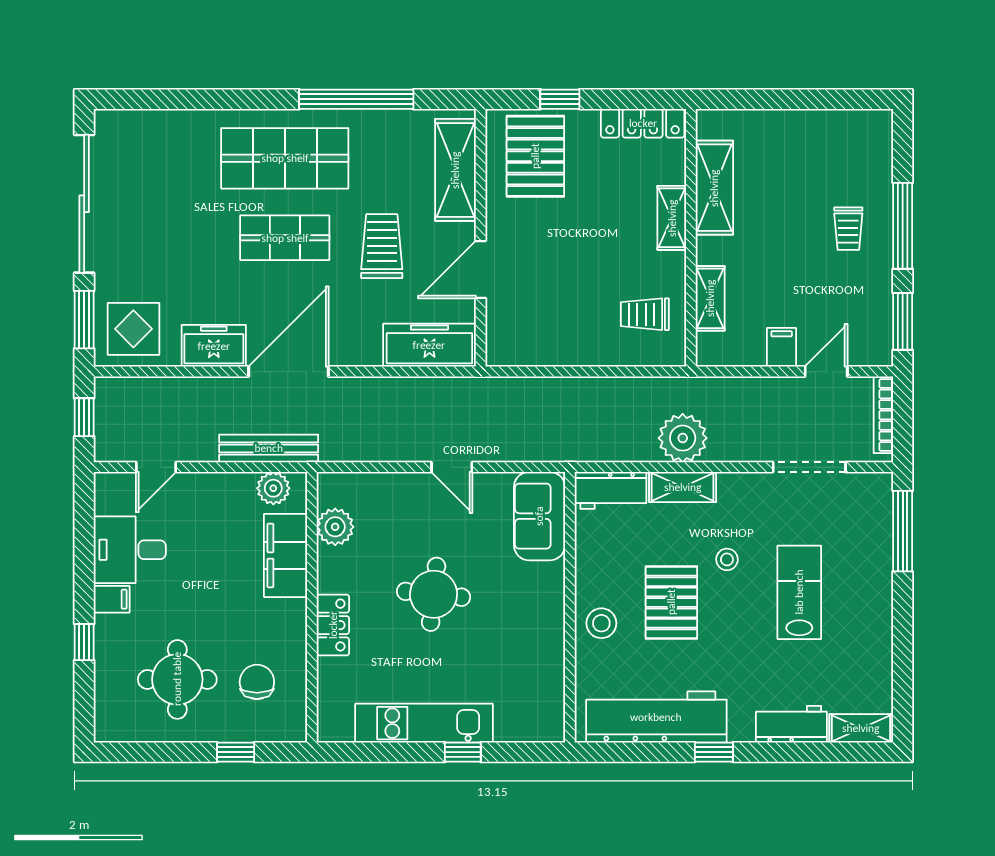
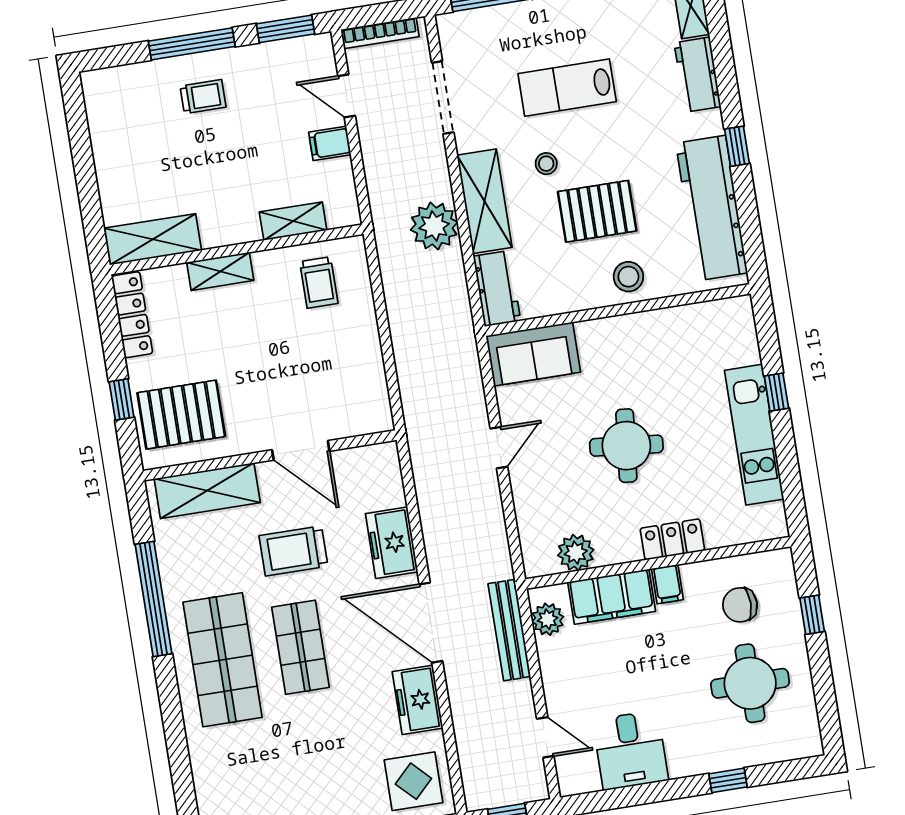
shelving: (714, 188) -> (153, 239), moved
freezer: (429, 345) -> (392, 543), moved, width x0.71
shelving: (683, 487) -> (484, 201), width x1.50, depth x1.33
filing cabinet: (112, 599) -> (667, 584), moved, turned 180

